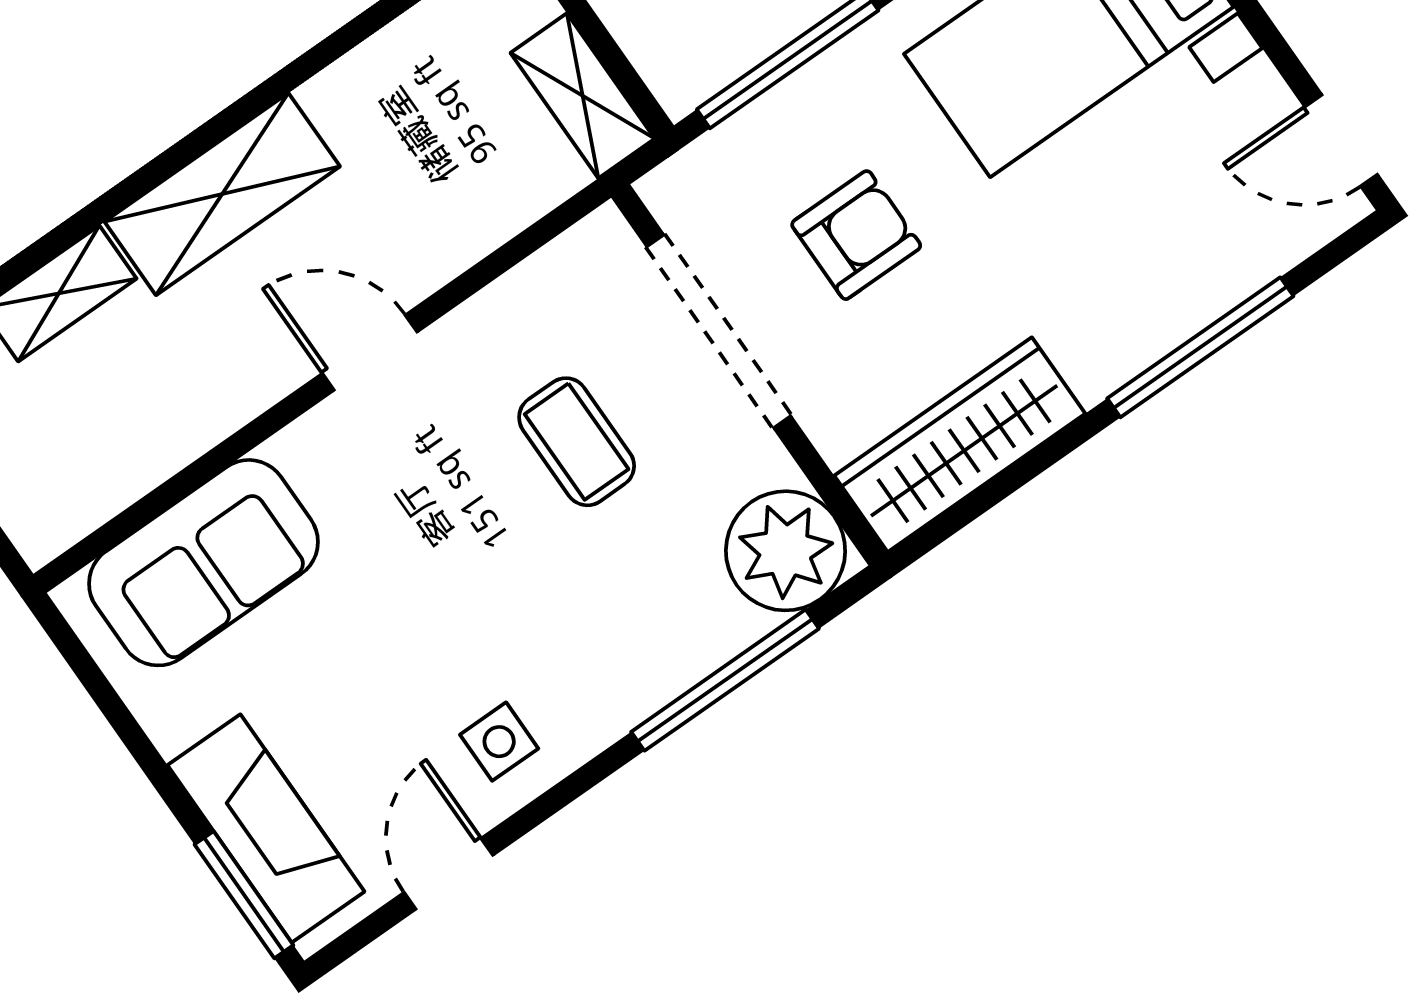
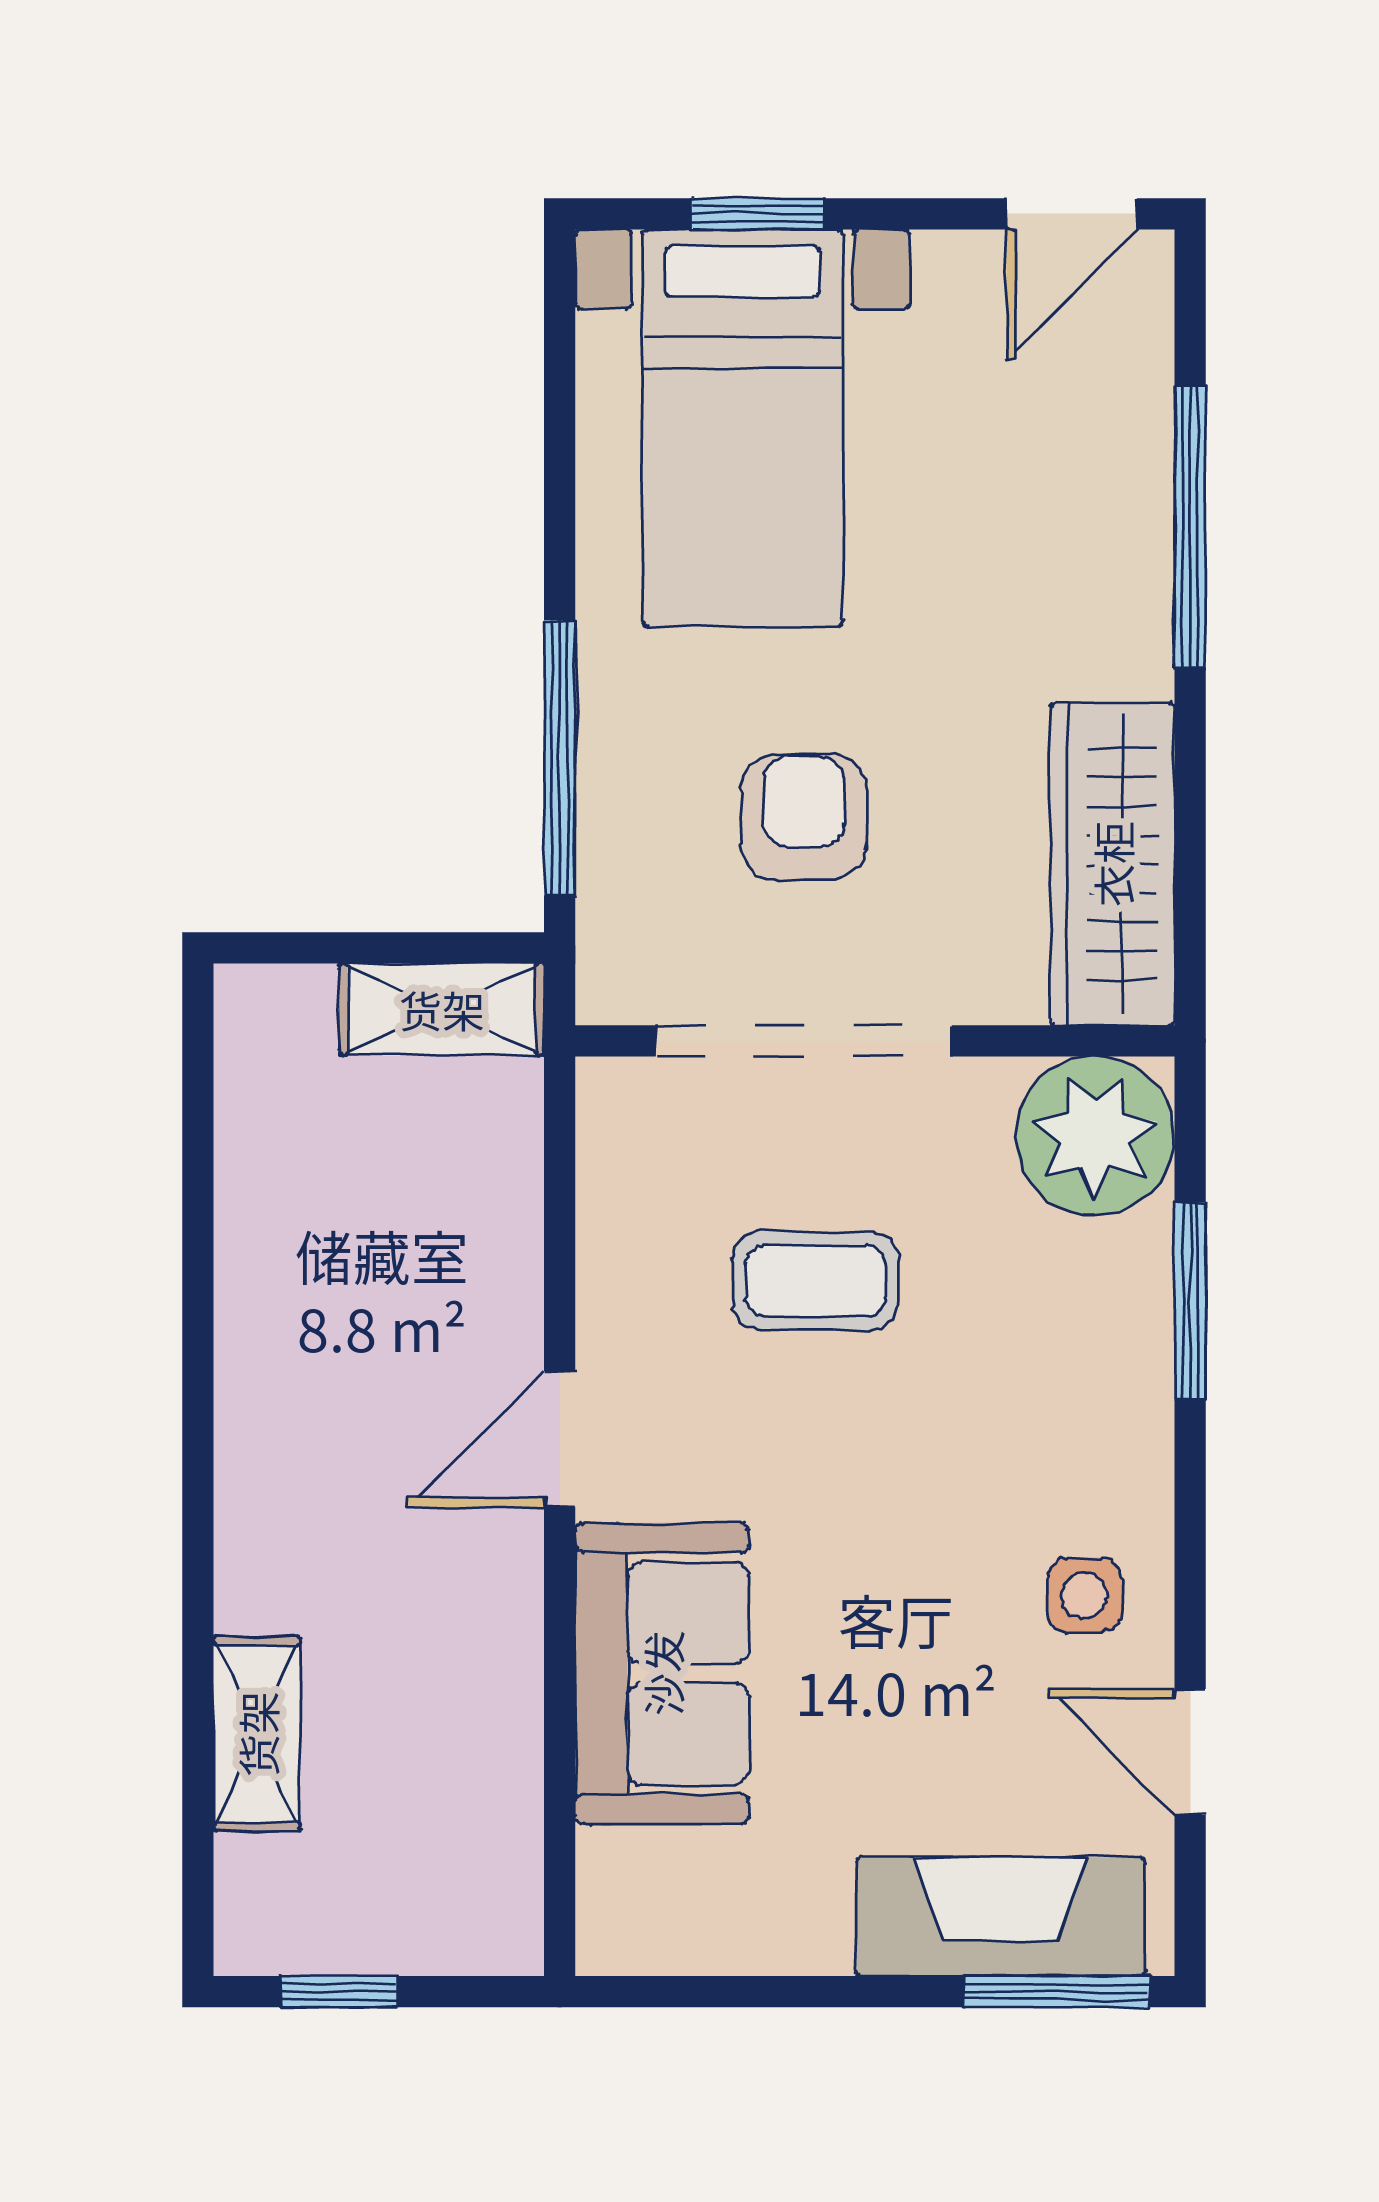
shelving: (222, 194) -> (273, 1479), removed
sofa: (203, 563) -> (662, 1673), moved
window: (725, 680) -> (1190, 1301), width x0.69

